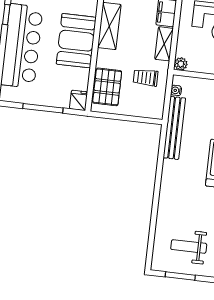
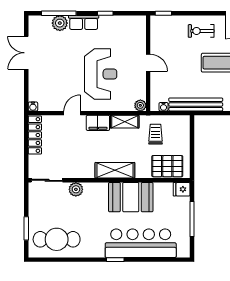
trolley: (146, 78) -> (156, 134), turned 180

